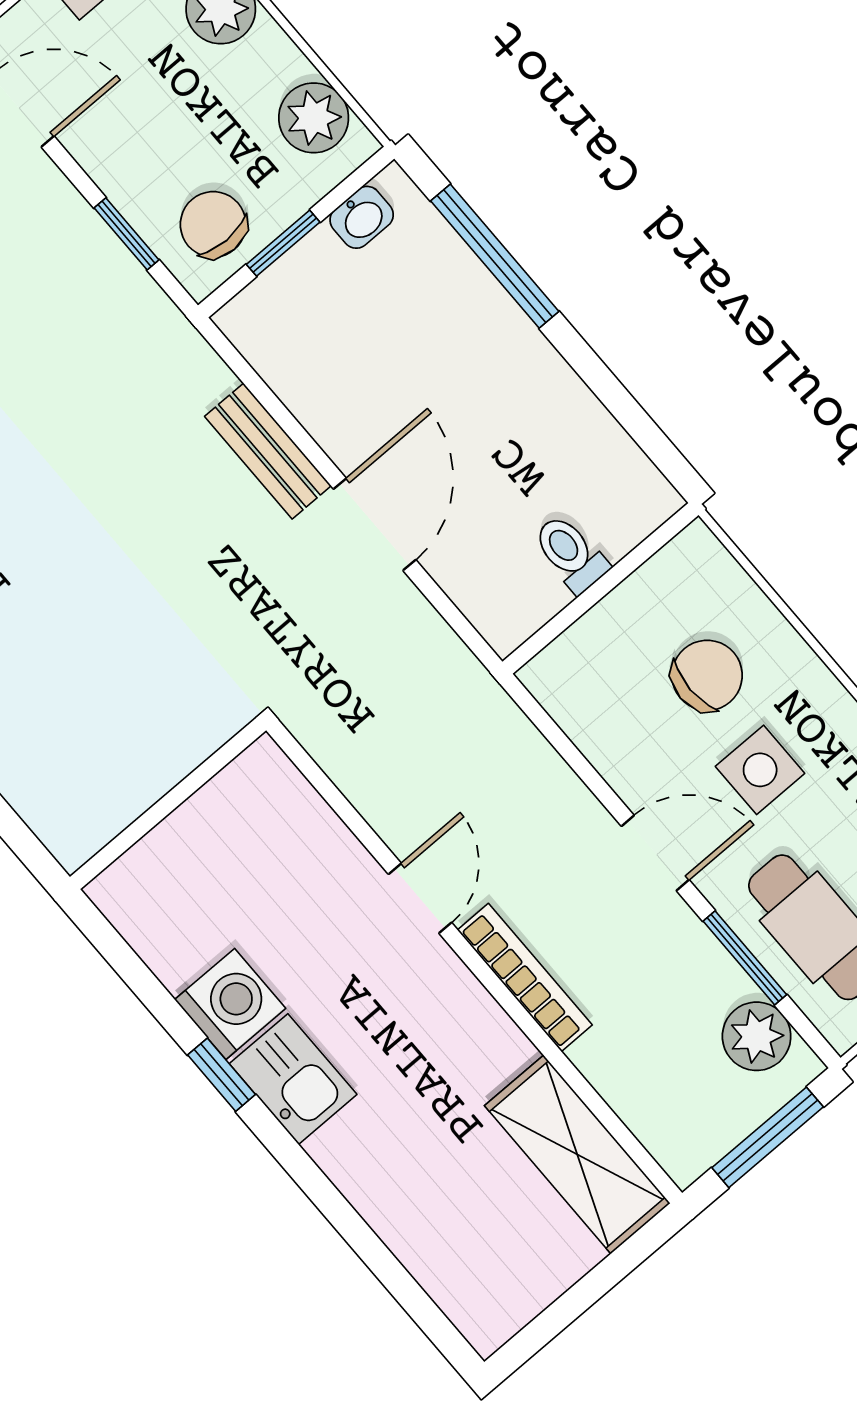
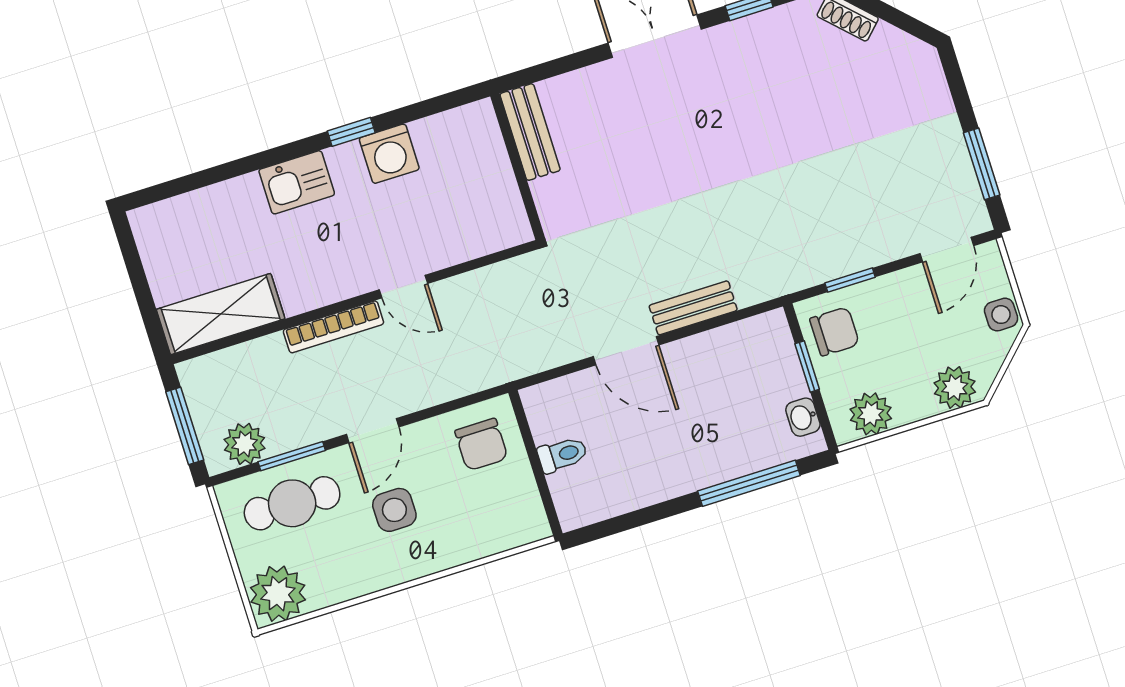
chair: (707, 675) -> (481, 444), moved
bench: (108, 807) -> (530, 132), added
kitchen sink: (293, 1079) -> (297, 182), moved

